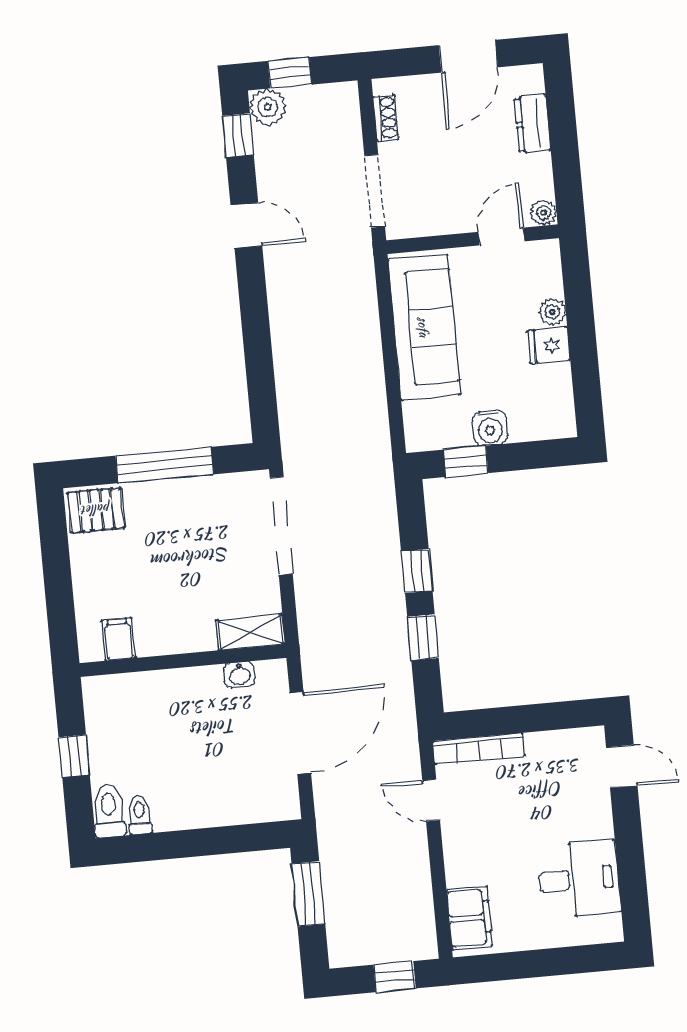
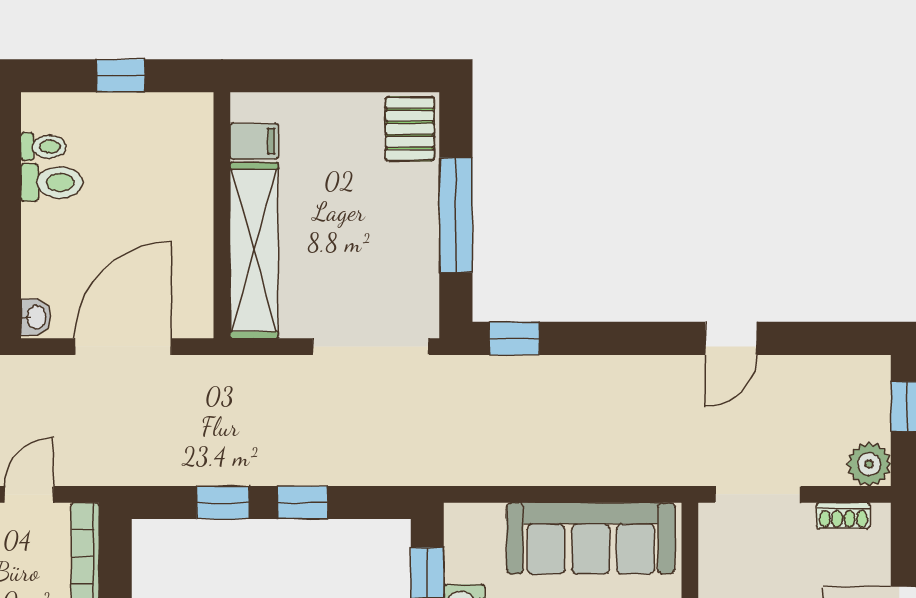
plant: (268, 107) -> (869, 464), moved
window: (238, 135) -> (514, 338), moved
shelving: (250, 632) -> (254, 250), width x2.20, depth x1.33
washbasin: (240, 675) -> (36, 317), moved, turned 180
door: (300, 733) -> (123, 347), swing flipped
toilet: (109, 811) -> (52, 183), moved

